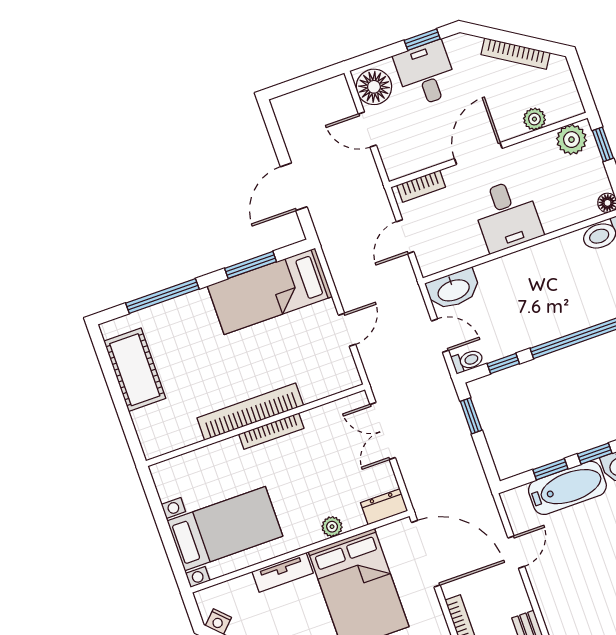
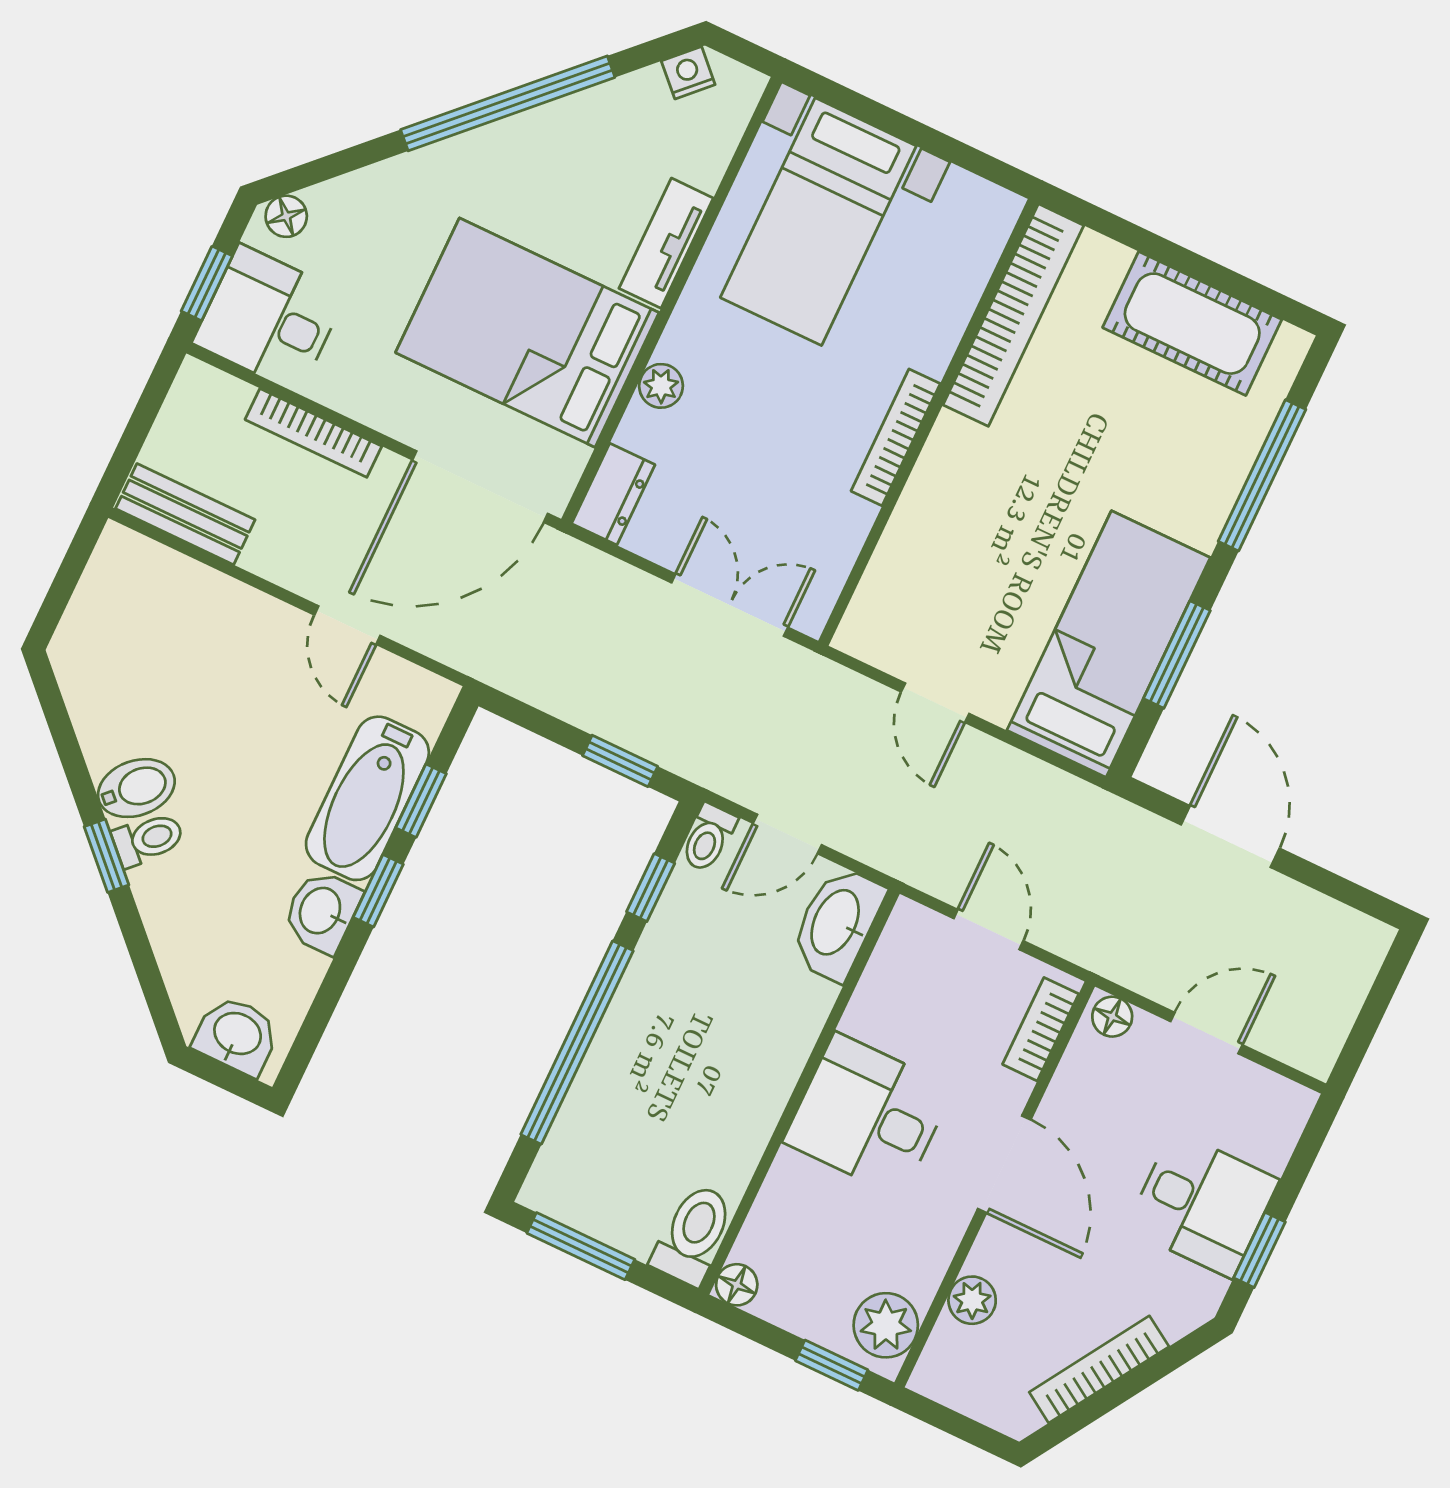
floor lamp: (374, 87) -> (1112, 1017), moved, width x0.53, depth x0.53
bookcase: (250, 412) -> (1013, 315), moved

